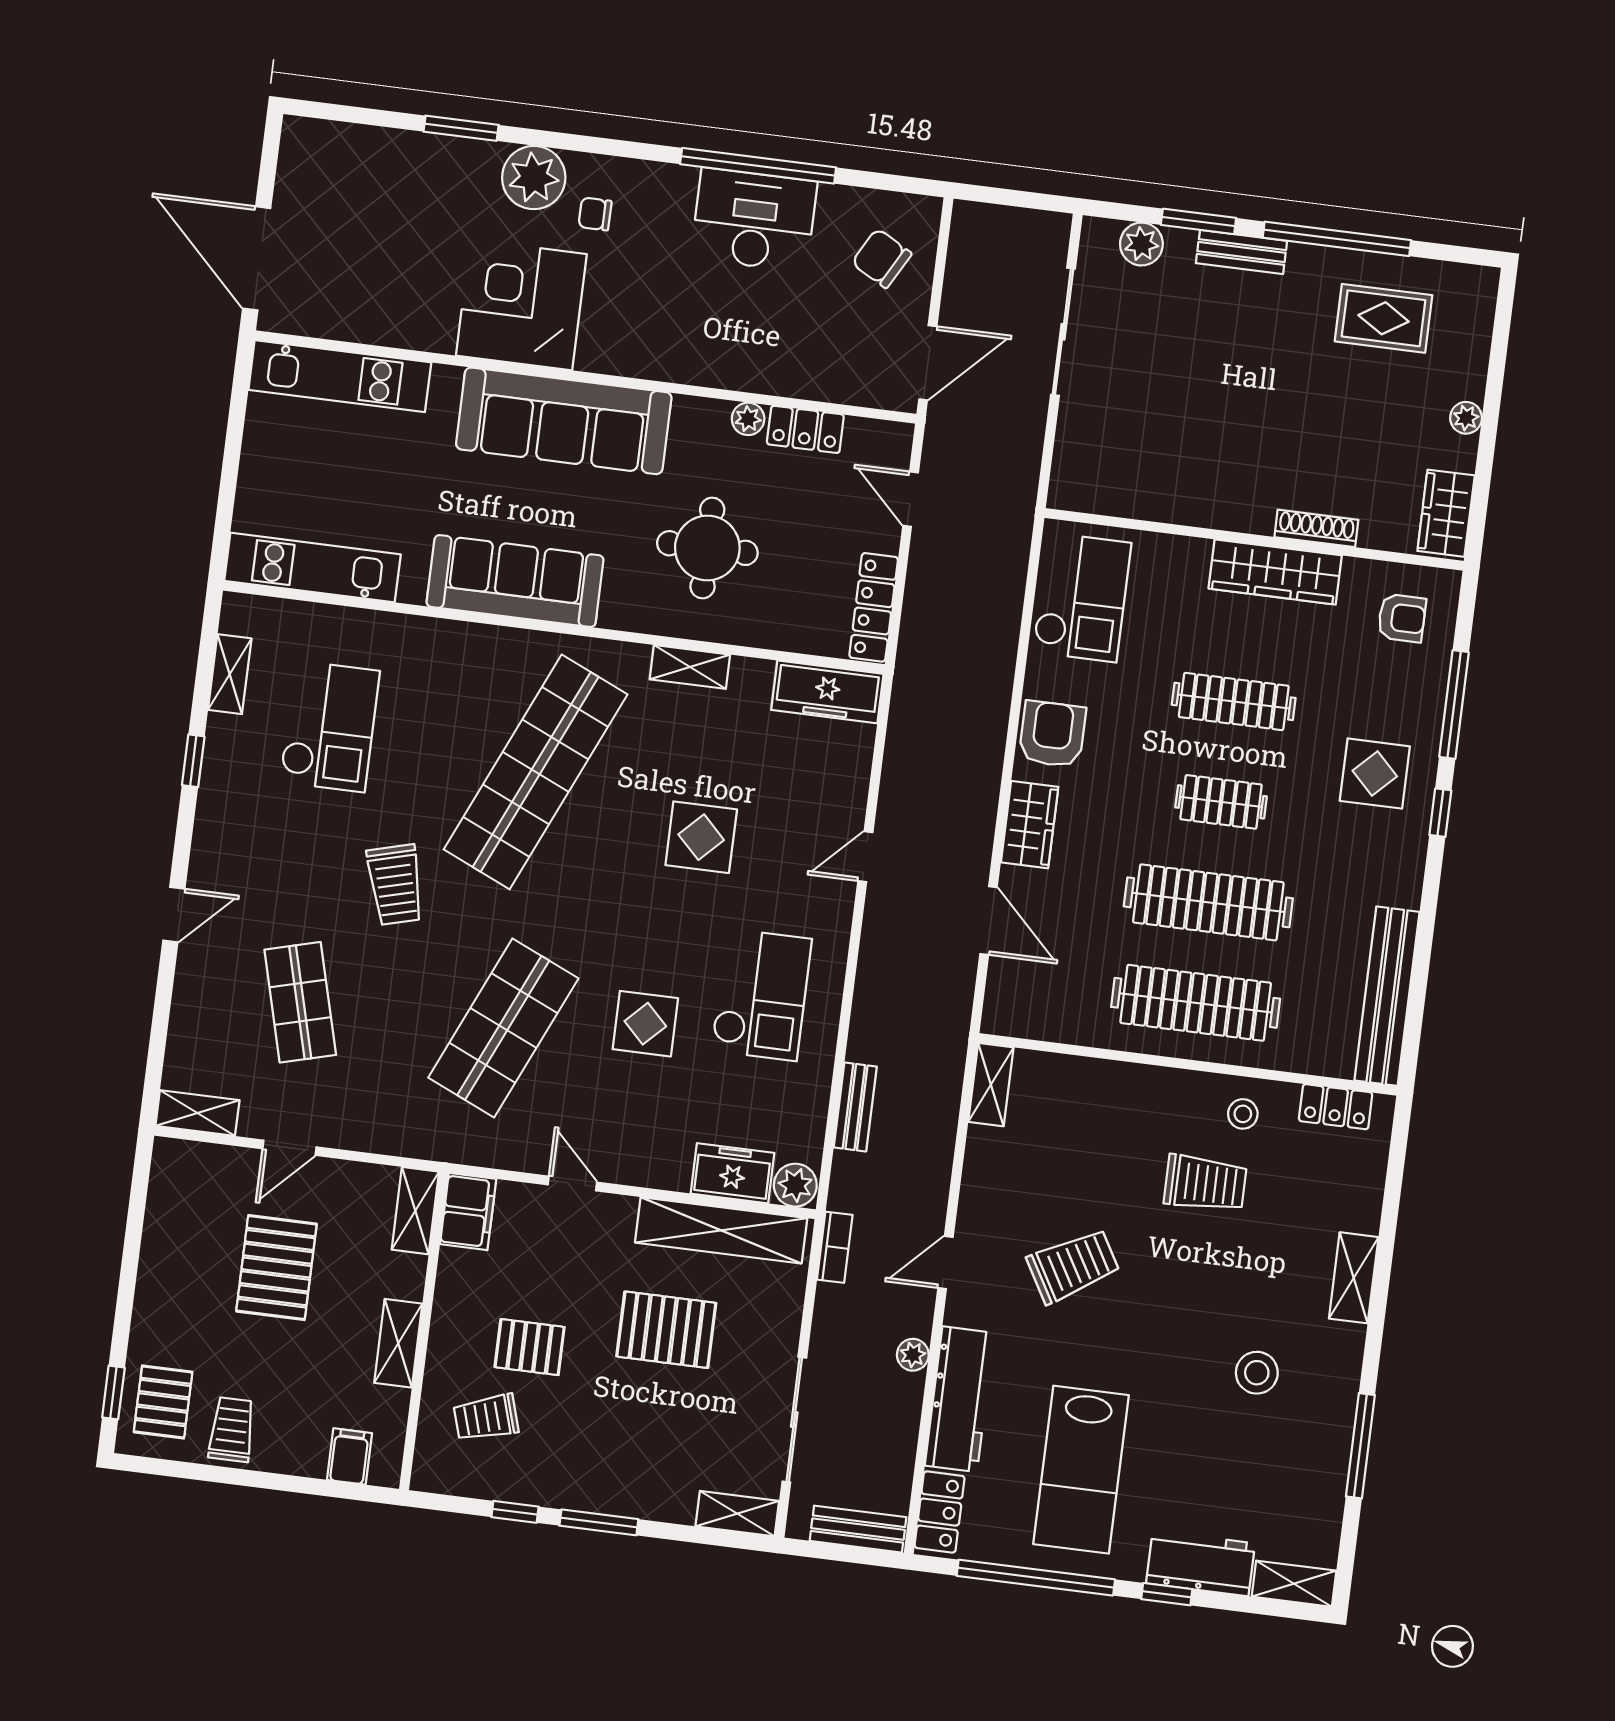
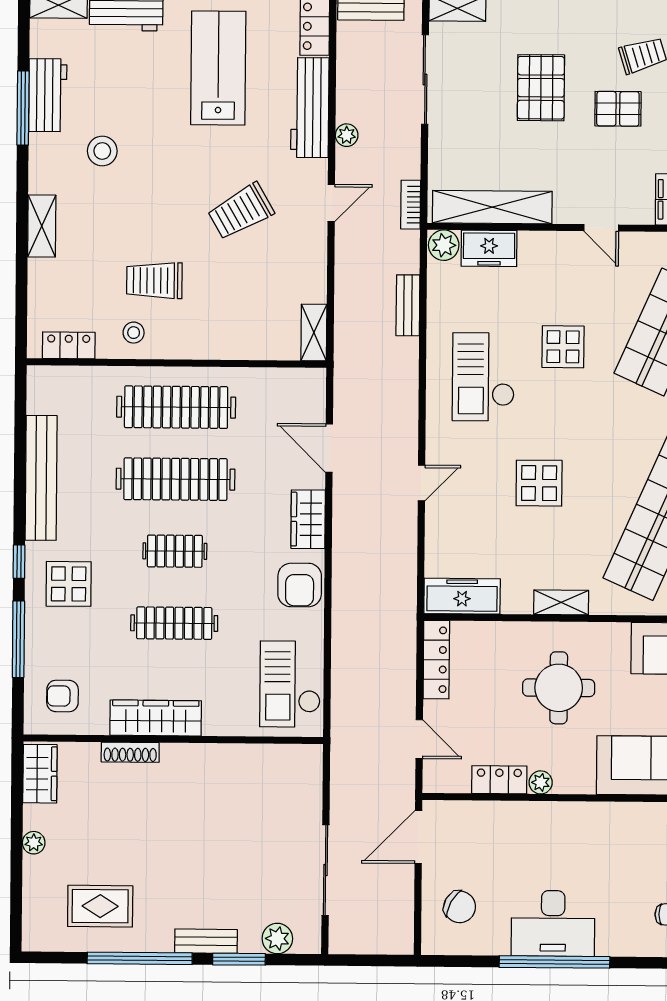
bench: (1387, 996) -> (41, 478), moved
pallet: (666, 1330) -> (541, 88), moved, turned 90
workbench: (1324, 1460) -> (48, 95), added

